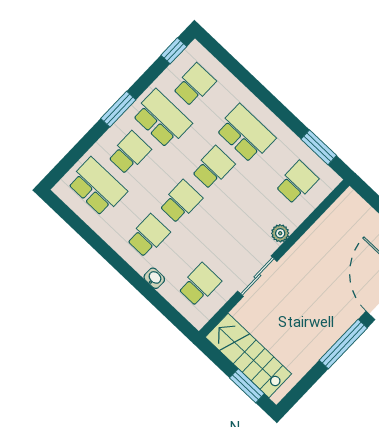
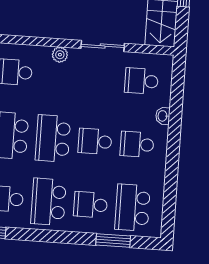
window: (118, 109) -> (113, 241), moved
school desk: (213, 168) -> (53, 138), width x1.85

